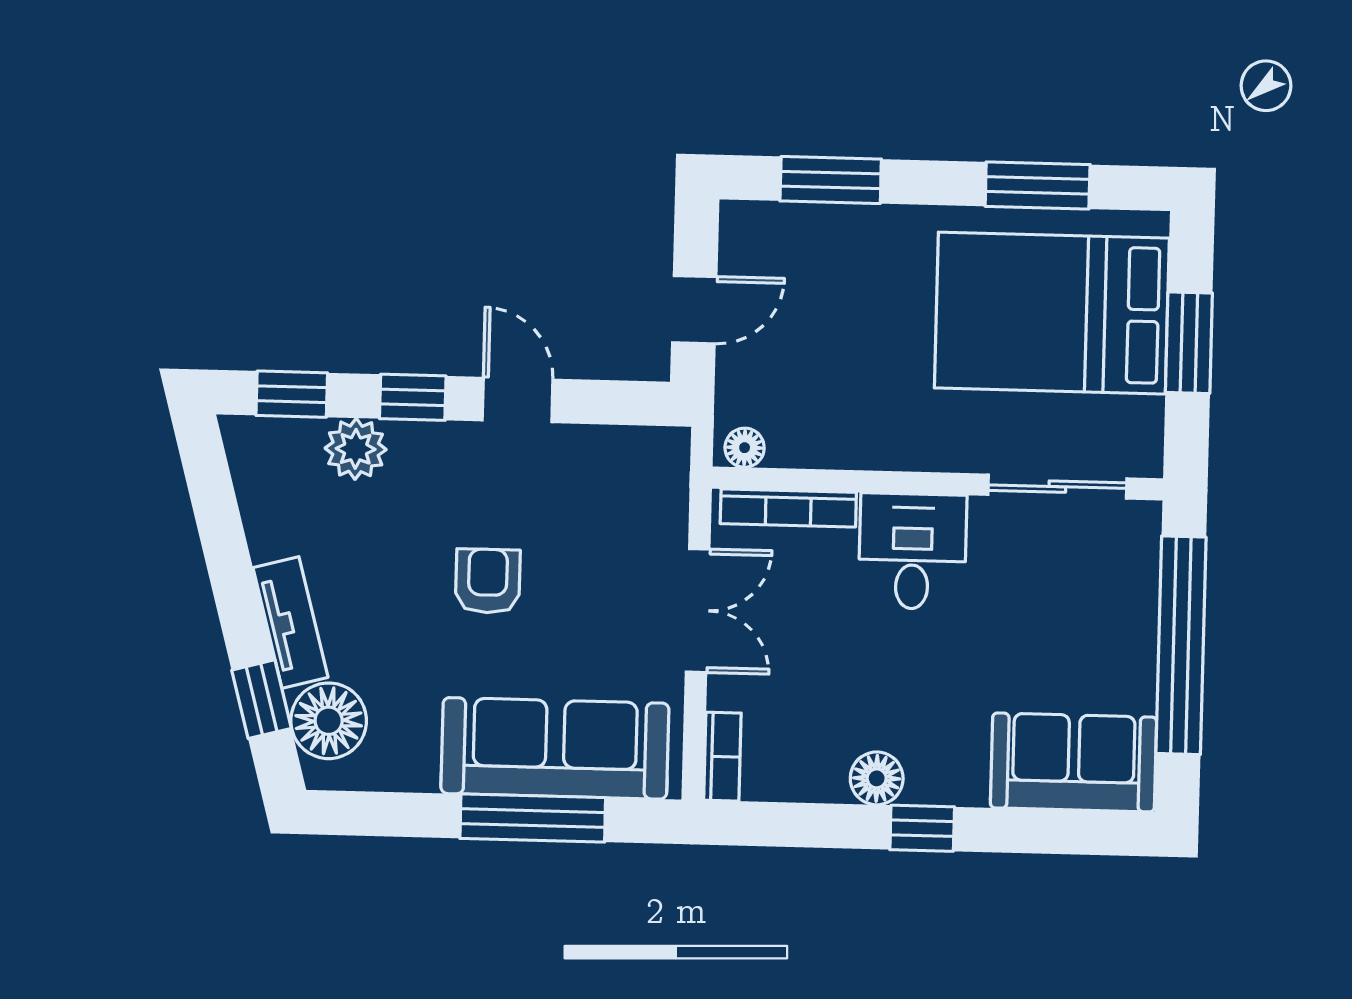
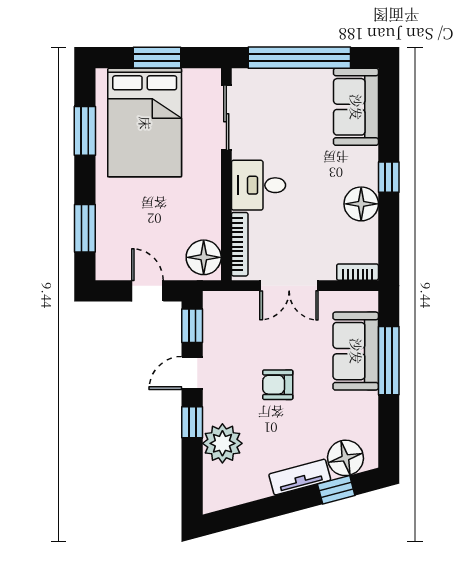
window: (292, 394) -> (192, 326), moved
floor lamp: (745, 448) -> (204, 257), width x1.89, depth x1.89
plant: (356, 449) -> (222, 443), width x1.36, depth x1.36
double door: (698, 611) -> (289, 286), swing flipped
sofa: (555, 748) -> (356, 351), width x0.73
floor lamp: (877, 778) -> (361, 204), width x1.38, depth x1.38

